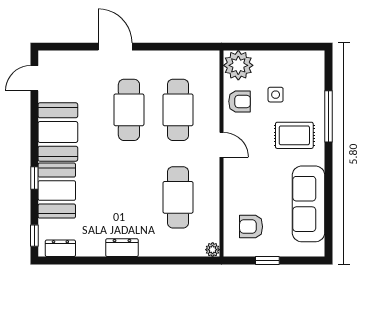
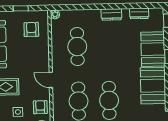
armchair: (240, 101) -> (40, 107), turned 90
armchair: (251, 227) -> (31, 29), turned -90
dresser: (60, 248) -> (139, 13), moved

